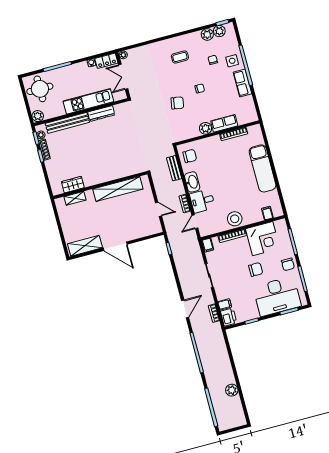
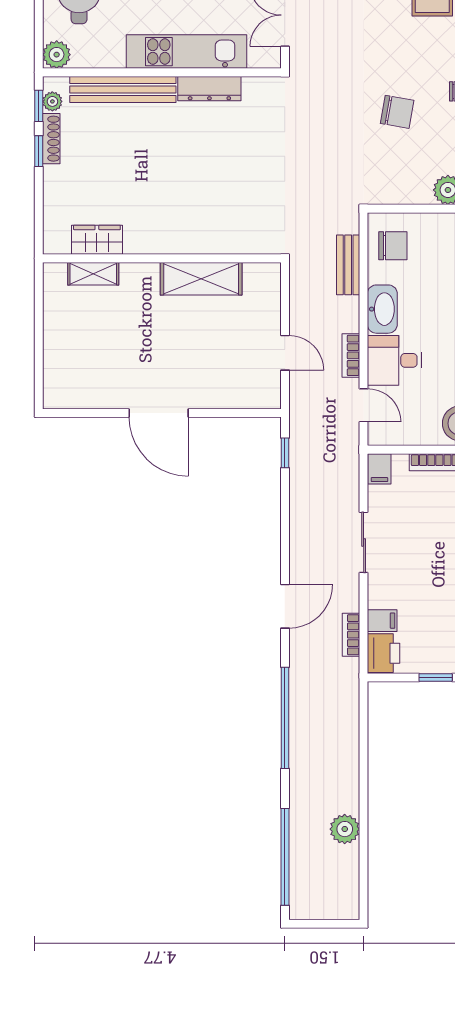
shelving: (118, 189) -> (201, 279), width x0.68
door: (195, 222) -> (364, 405), swing flipped
shelving: (85, 246) -> (87, 393), removed

